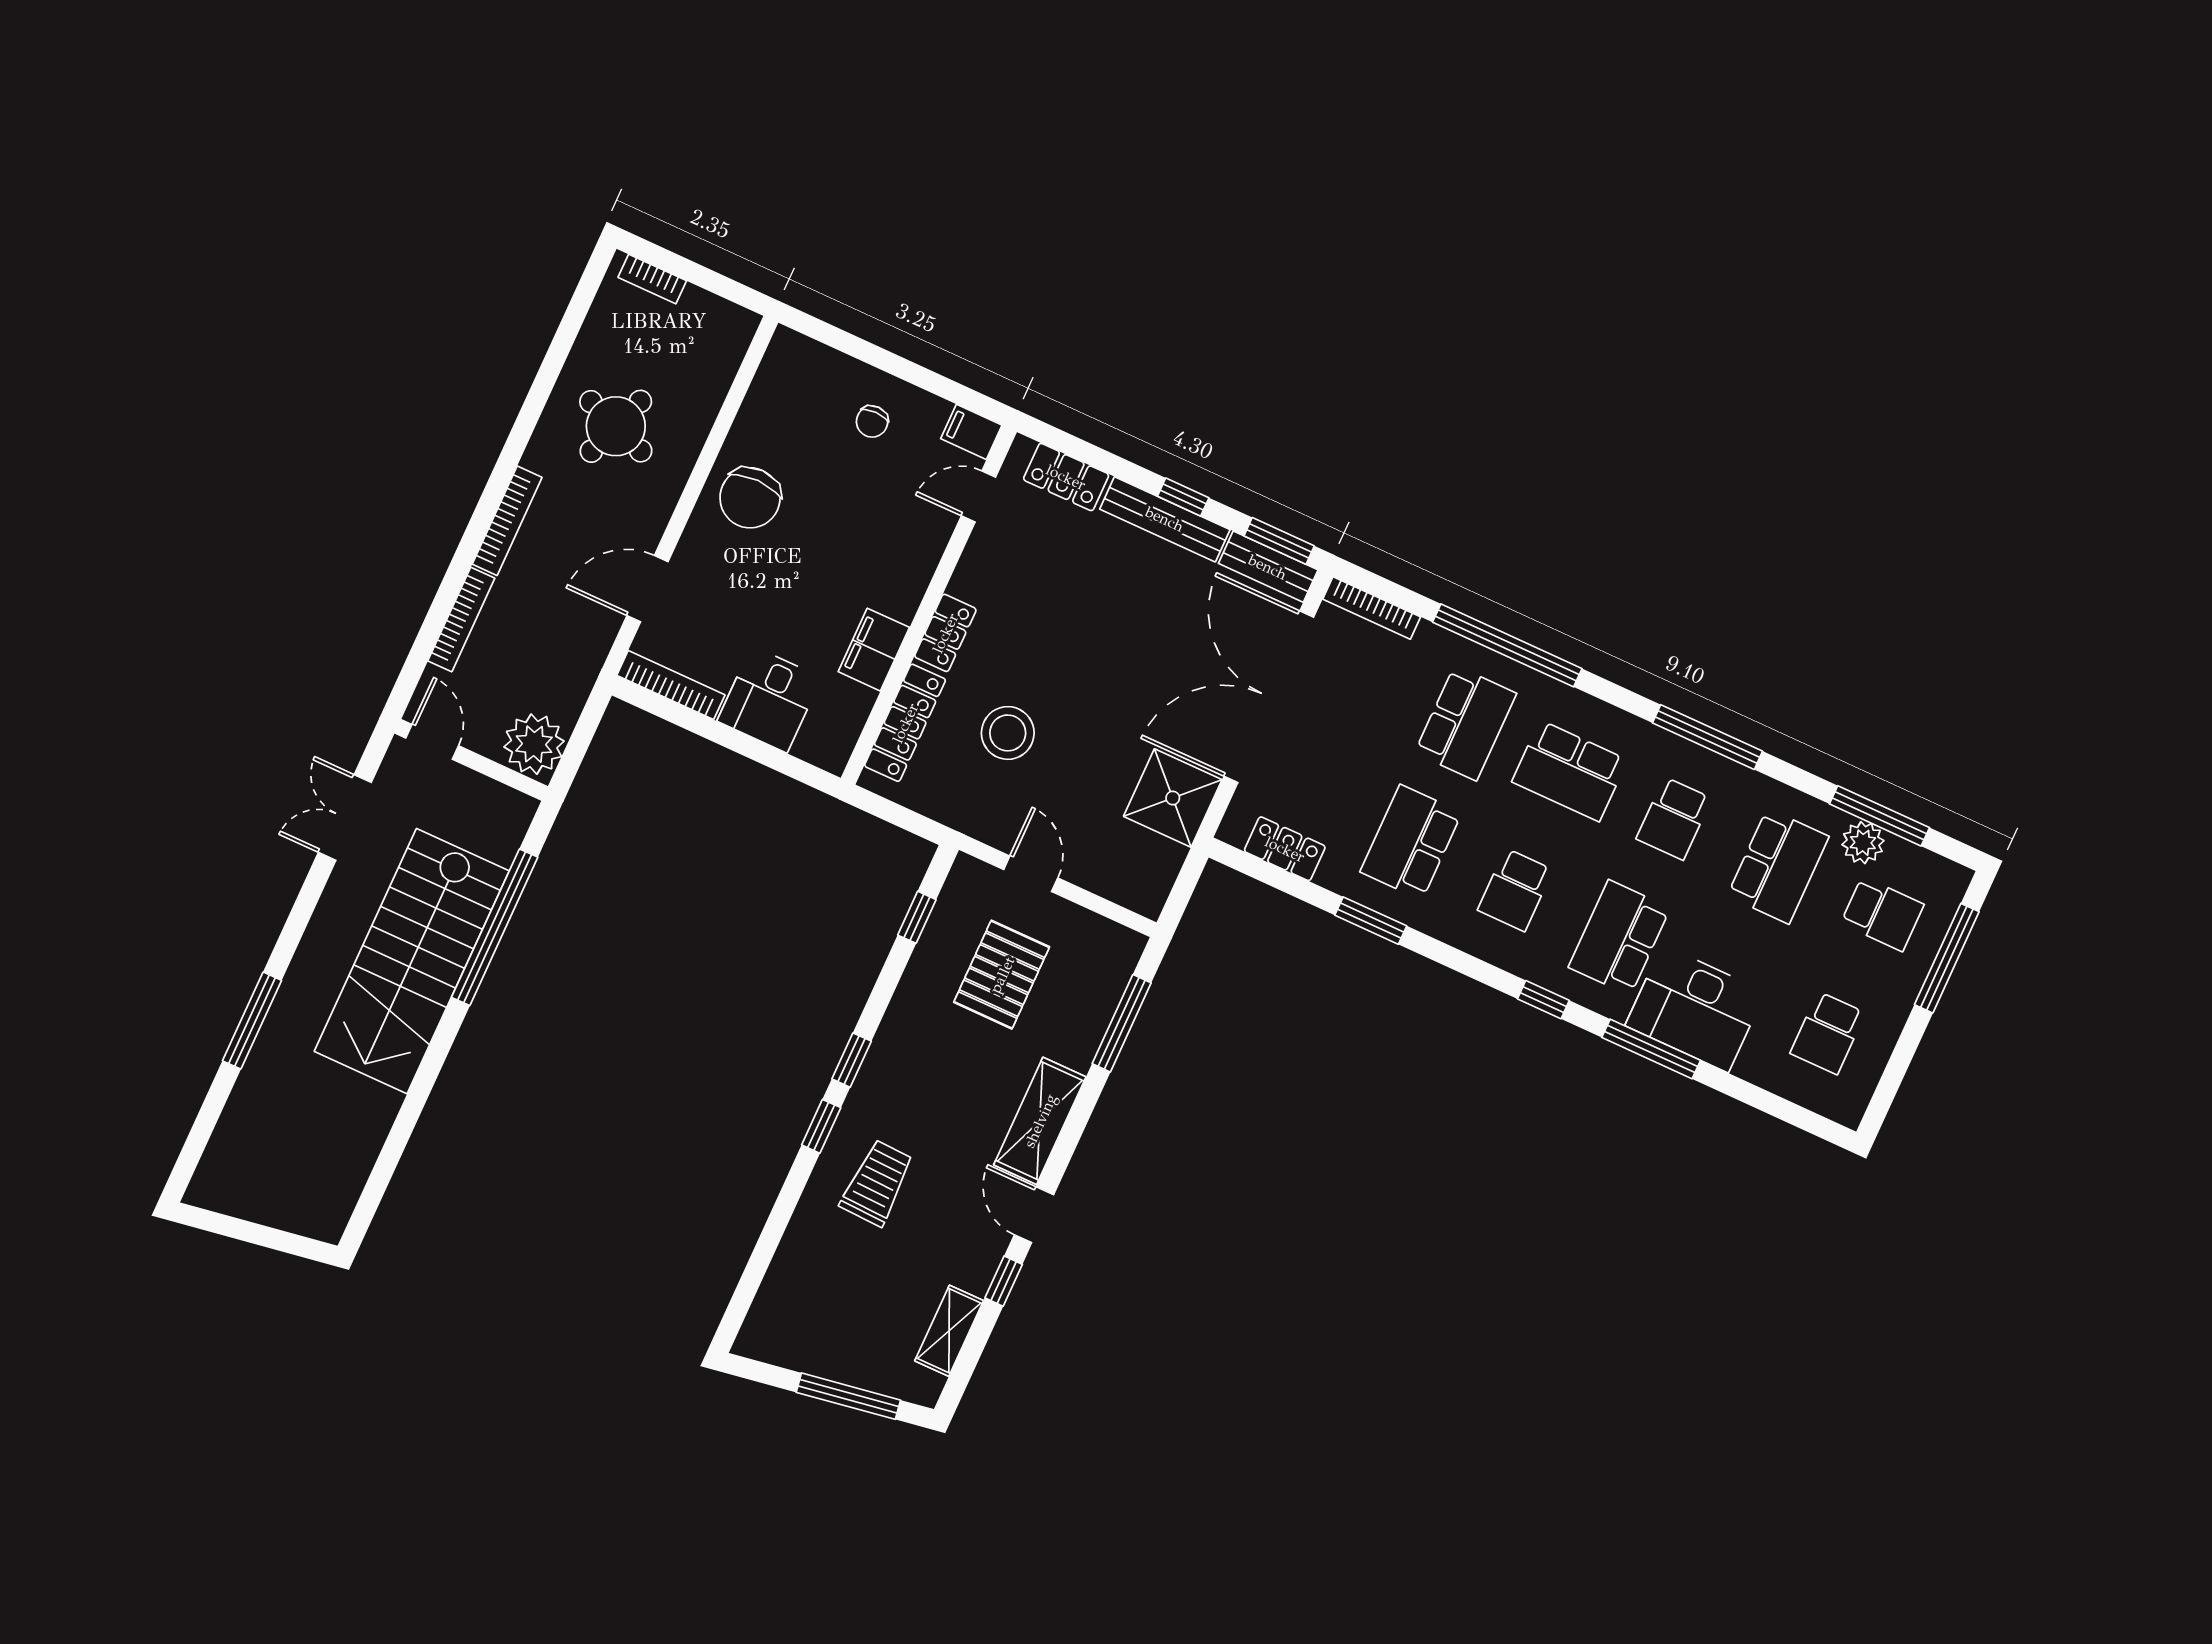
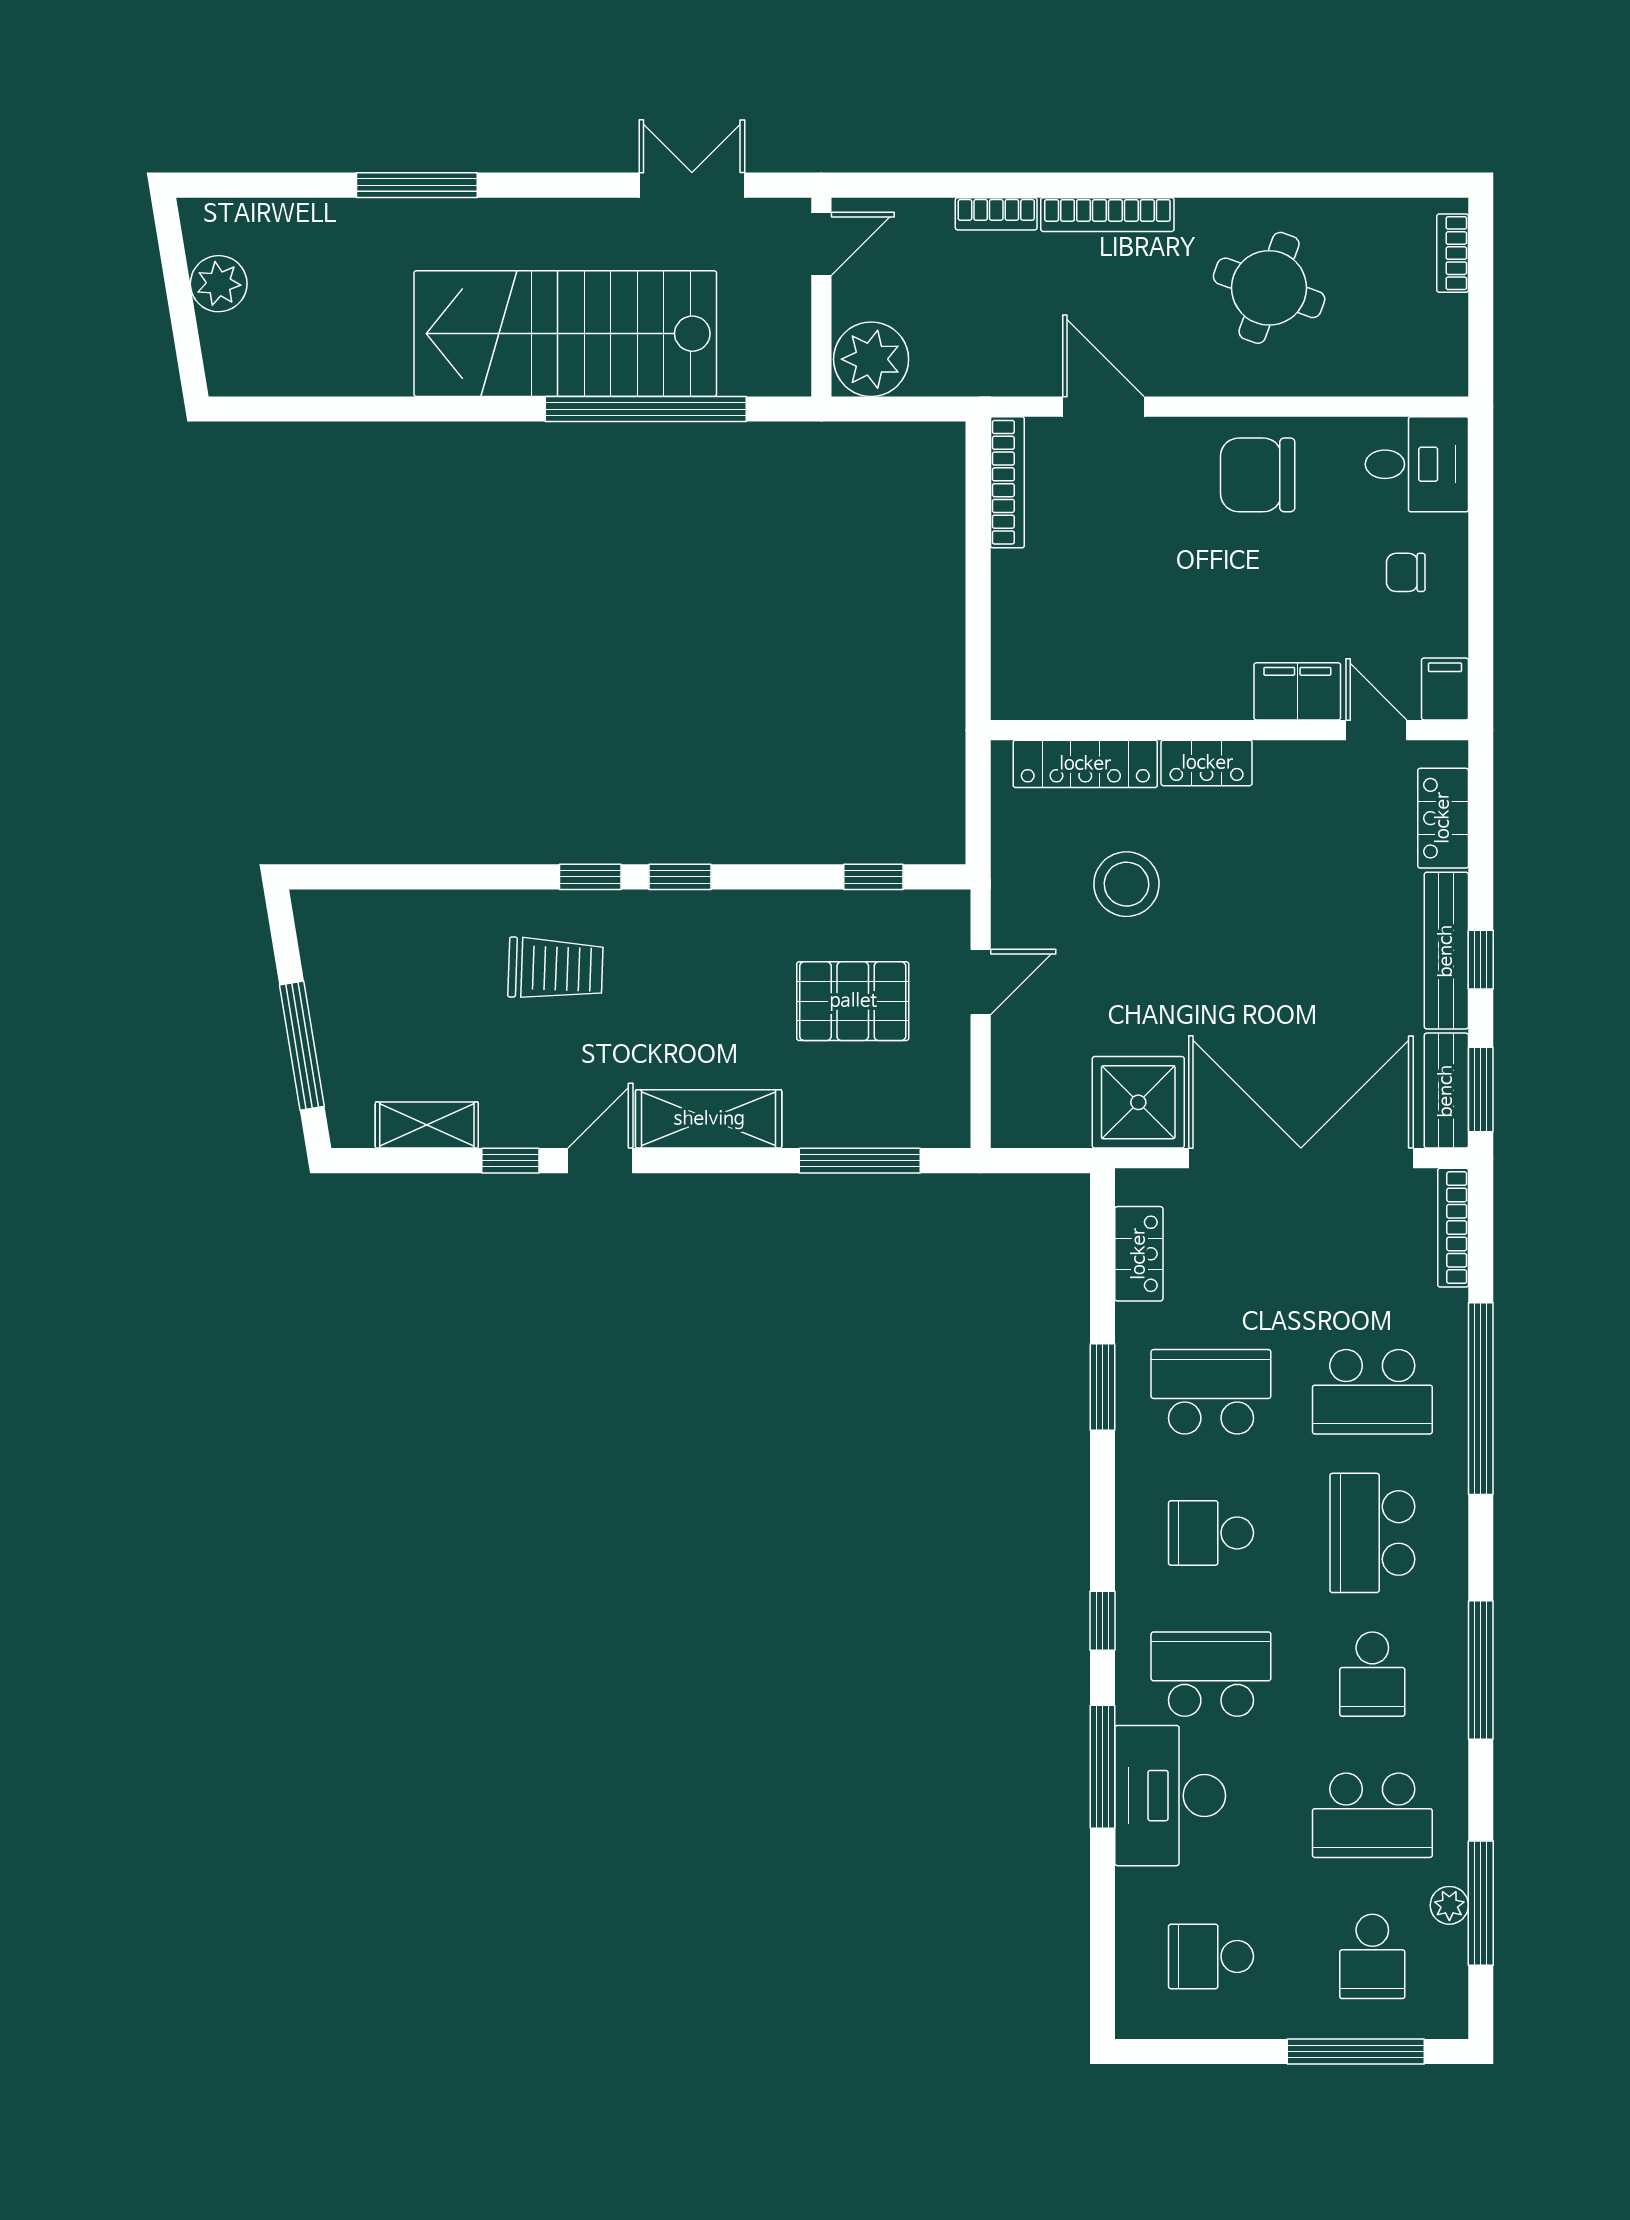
bookcase: (461, 620) -> (996, 214), width x0.64
filing cabinet: (874, 650) -> (1297, 691), moved
desk: (769, 699) -> (1417, 464), moved, turned 180
school desk: (1674, 818) -> (1372, 1674), turned -90
plant: (1863, 843) -> (1449, 1905), width x0.73, depth x0.73
plant: (258, 1200) -> (219, 284), added

